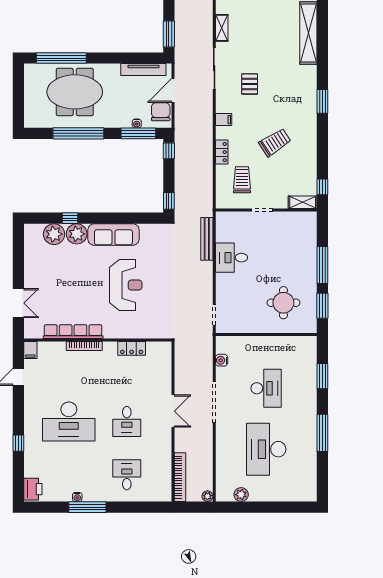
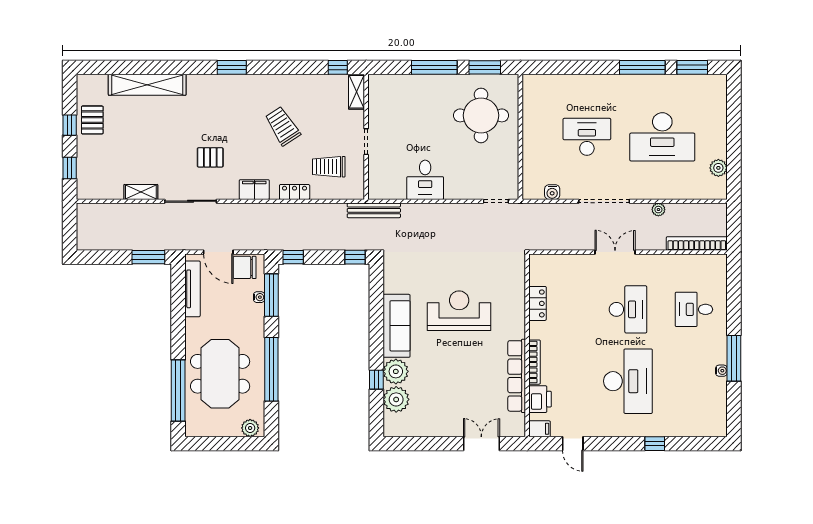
plant: (31, 116) -> (250, 428), added
filing cabinet: (224, 120) -> (254, 190), width x2.00
bench: (207, 239) -> (374, 210), moved
round table: (283, 303) -> (481, 115), width x1.36, depth x1.36
window: (322, 376) -> (692, 67), moved
desk: (127, 421) -> (628, 309), width x1.37
printer: (33, 489) -> (540, 399), moved, turned 90
plant: (207, 496) -> (658, 210), moved

